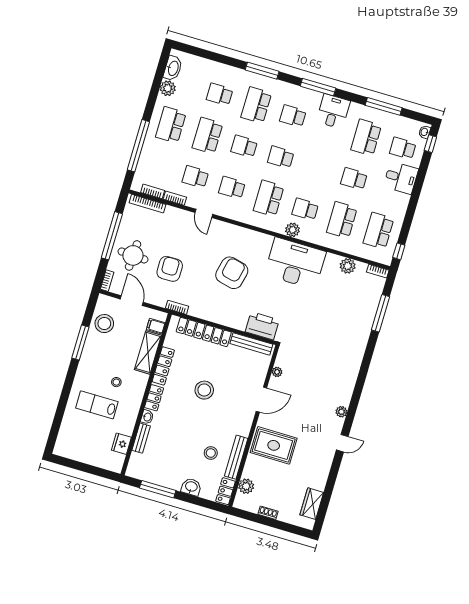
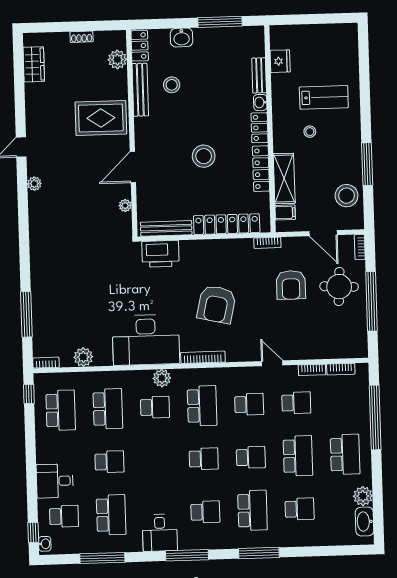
bookcase: (147, 204) -> (203, 357), moved

